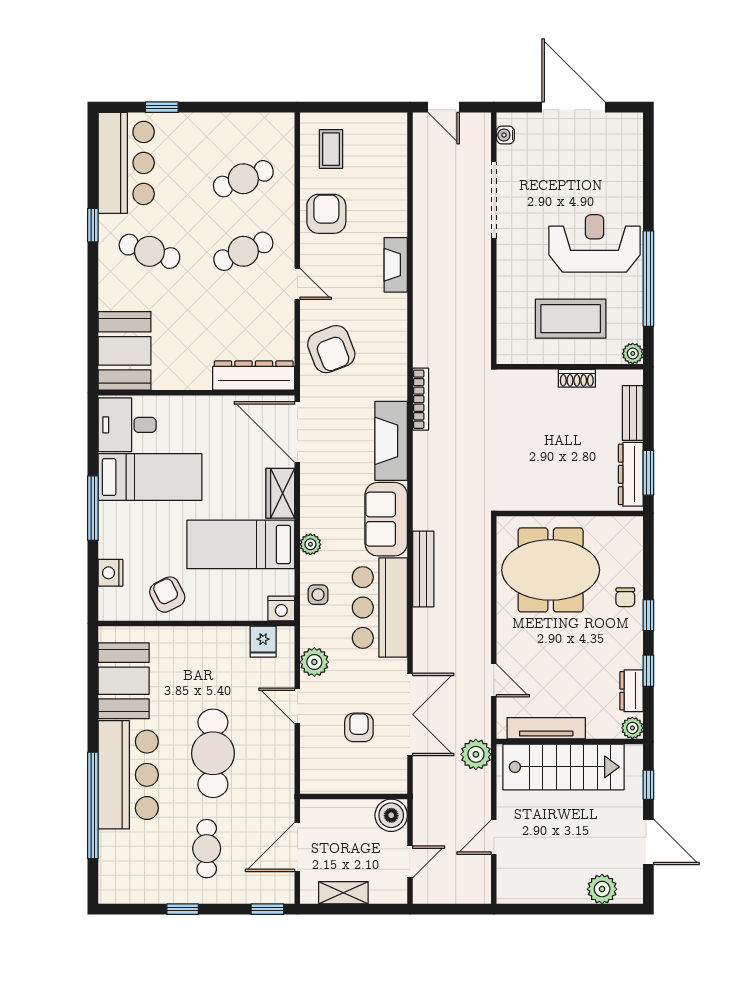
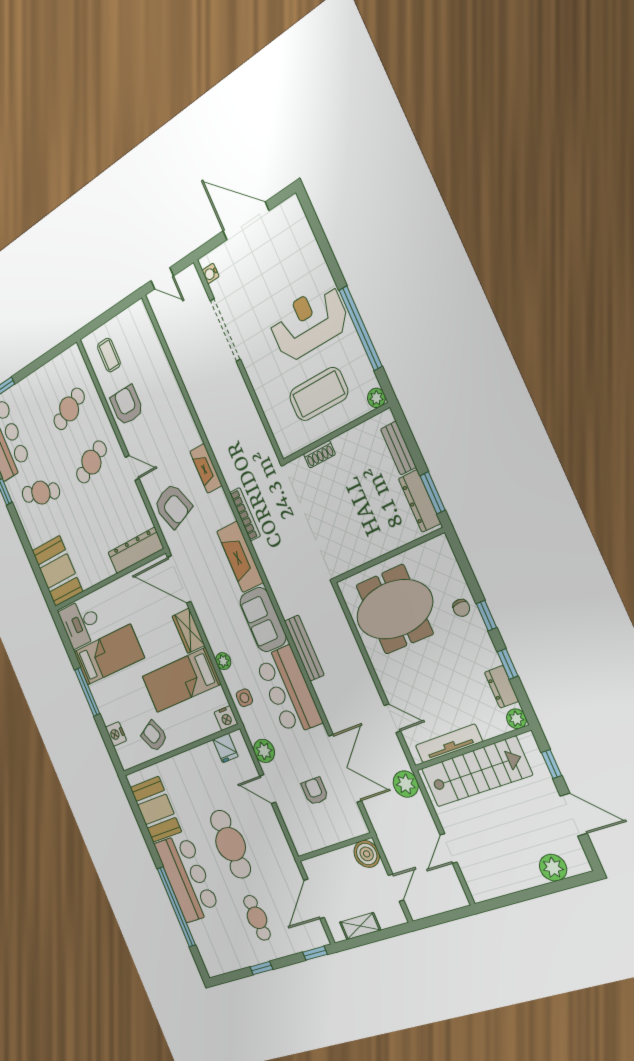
fireplace: (396, 265) -> (206, 468), moved
shoe rack: (577, 378) -> (319, 454), moved

